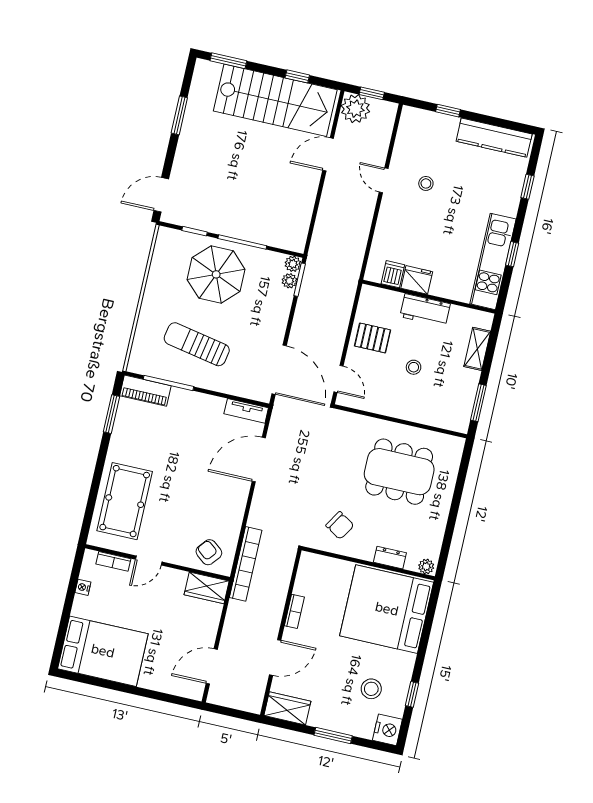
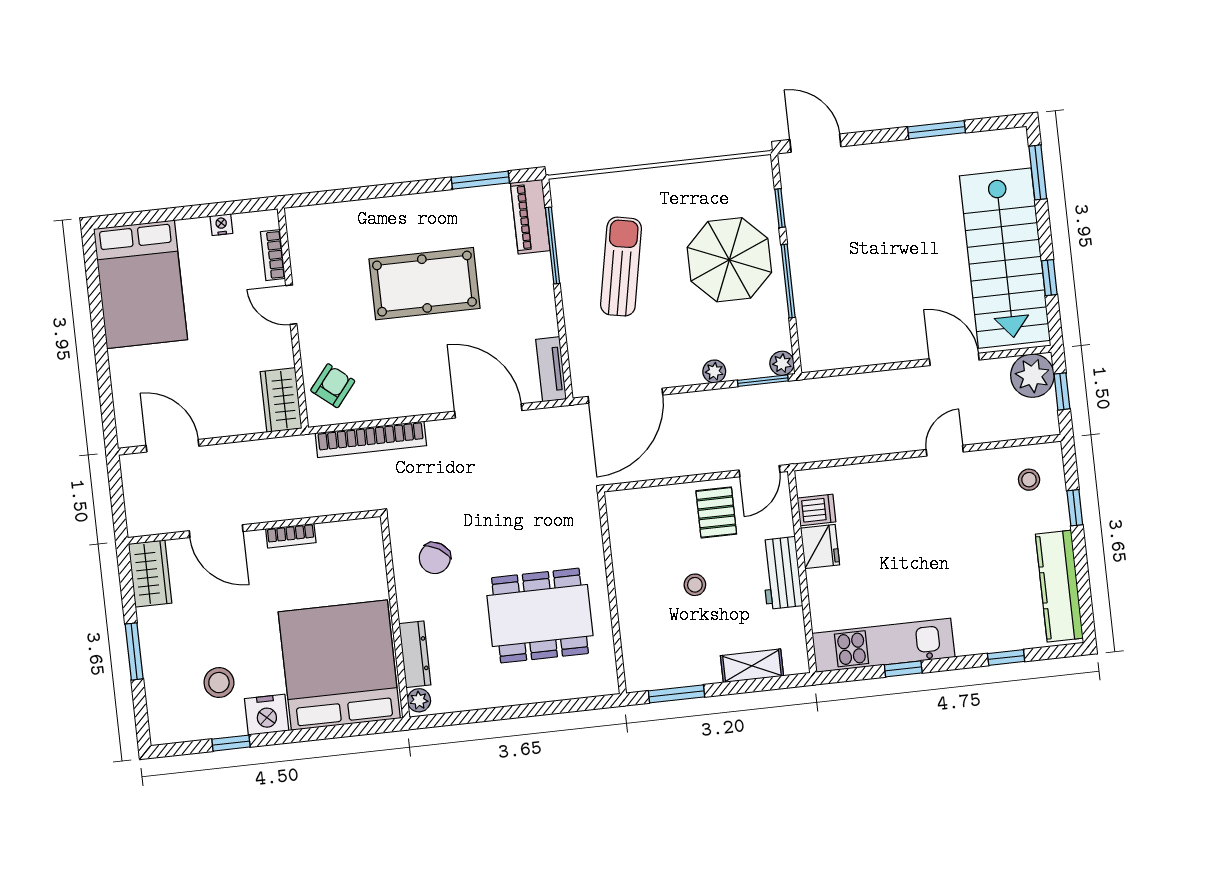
stool: (426, 183) -> (1029, 480), moved
plant: (289, 281) -> (714, 371), moved
door: (338, 379) -> (760, 471), moved
dining table: (399, 472) -> (540, 616), turned 90
pool table: (125, 501) -> (425, 284), moved
dresser: (390, 558) -> (415, 654), width x1.44
bookcase: (246, 564) -> (371, 439), moved
nightstand: (387, 730) -> (267, 715), moved

